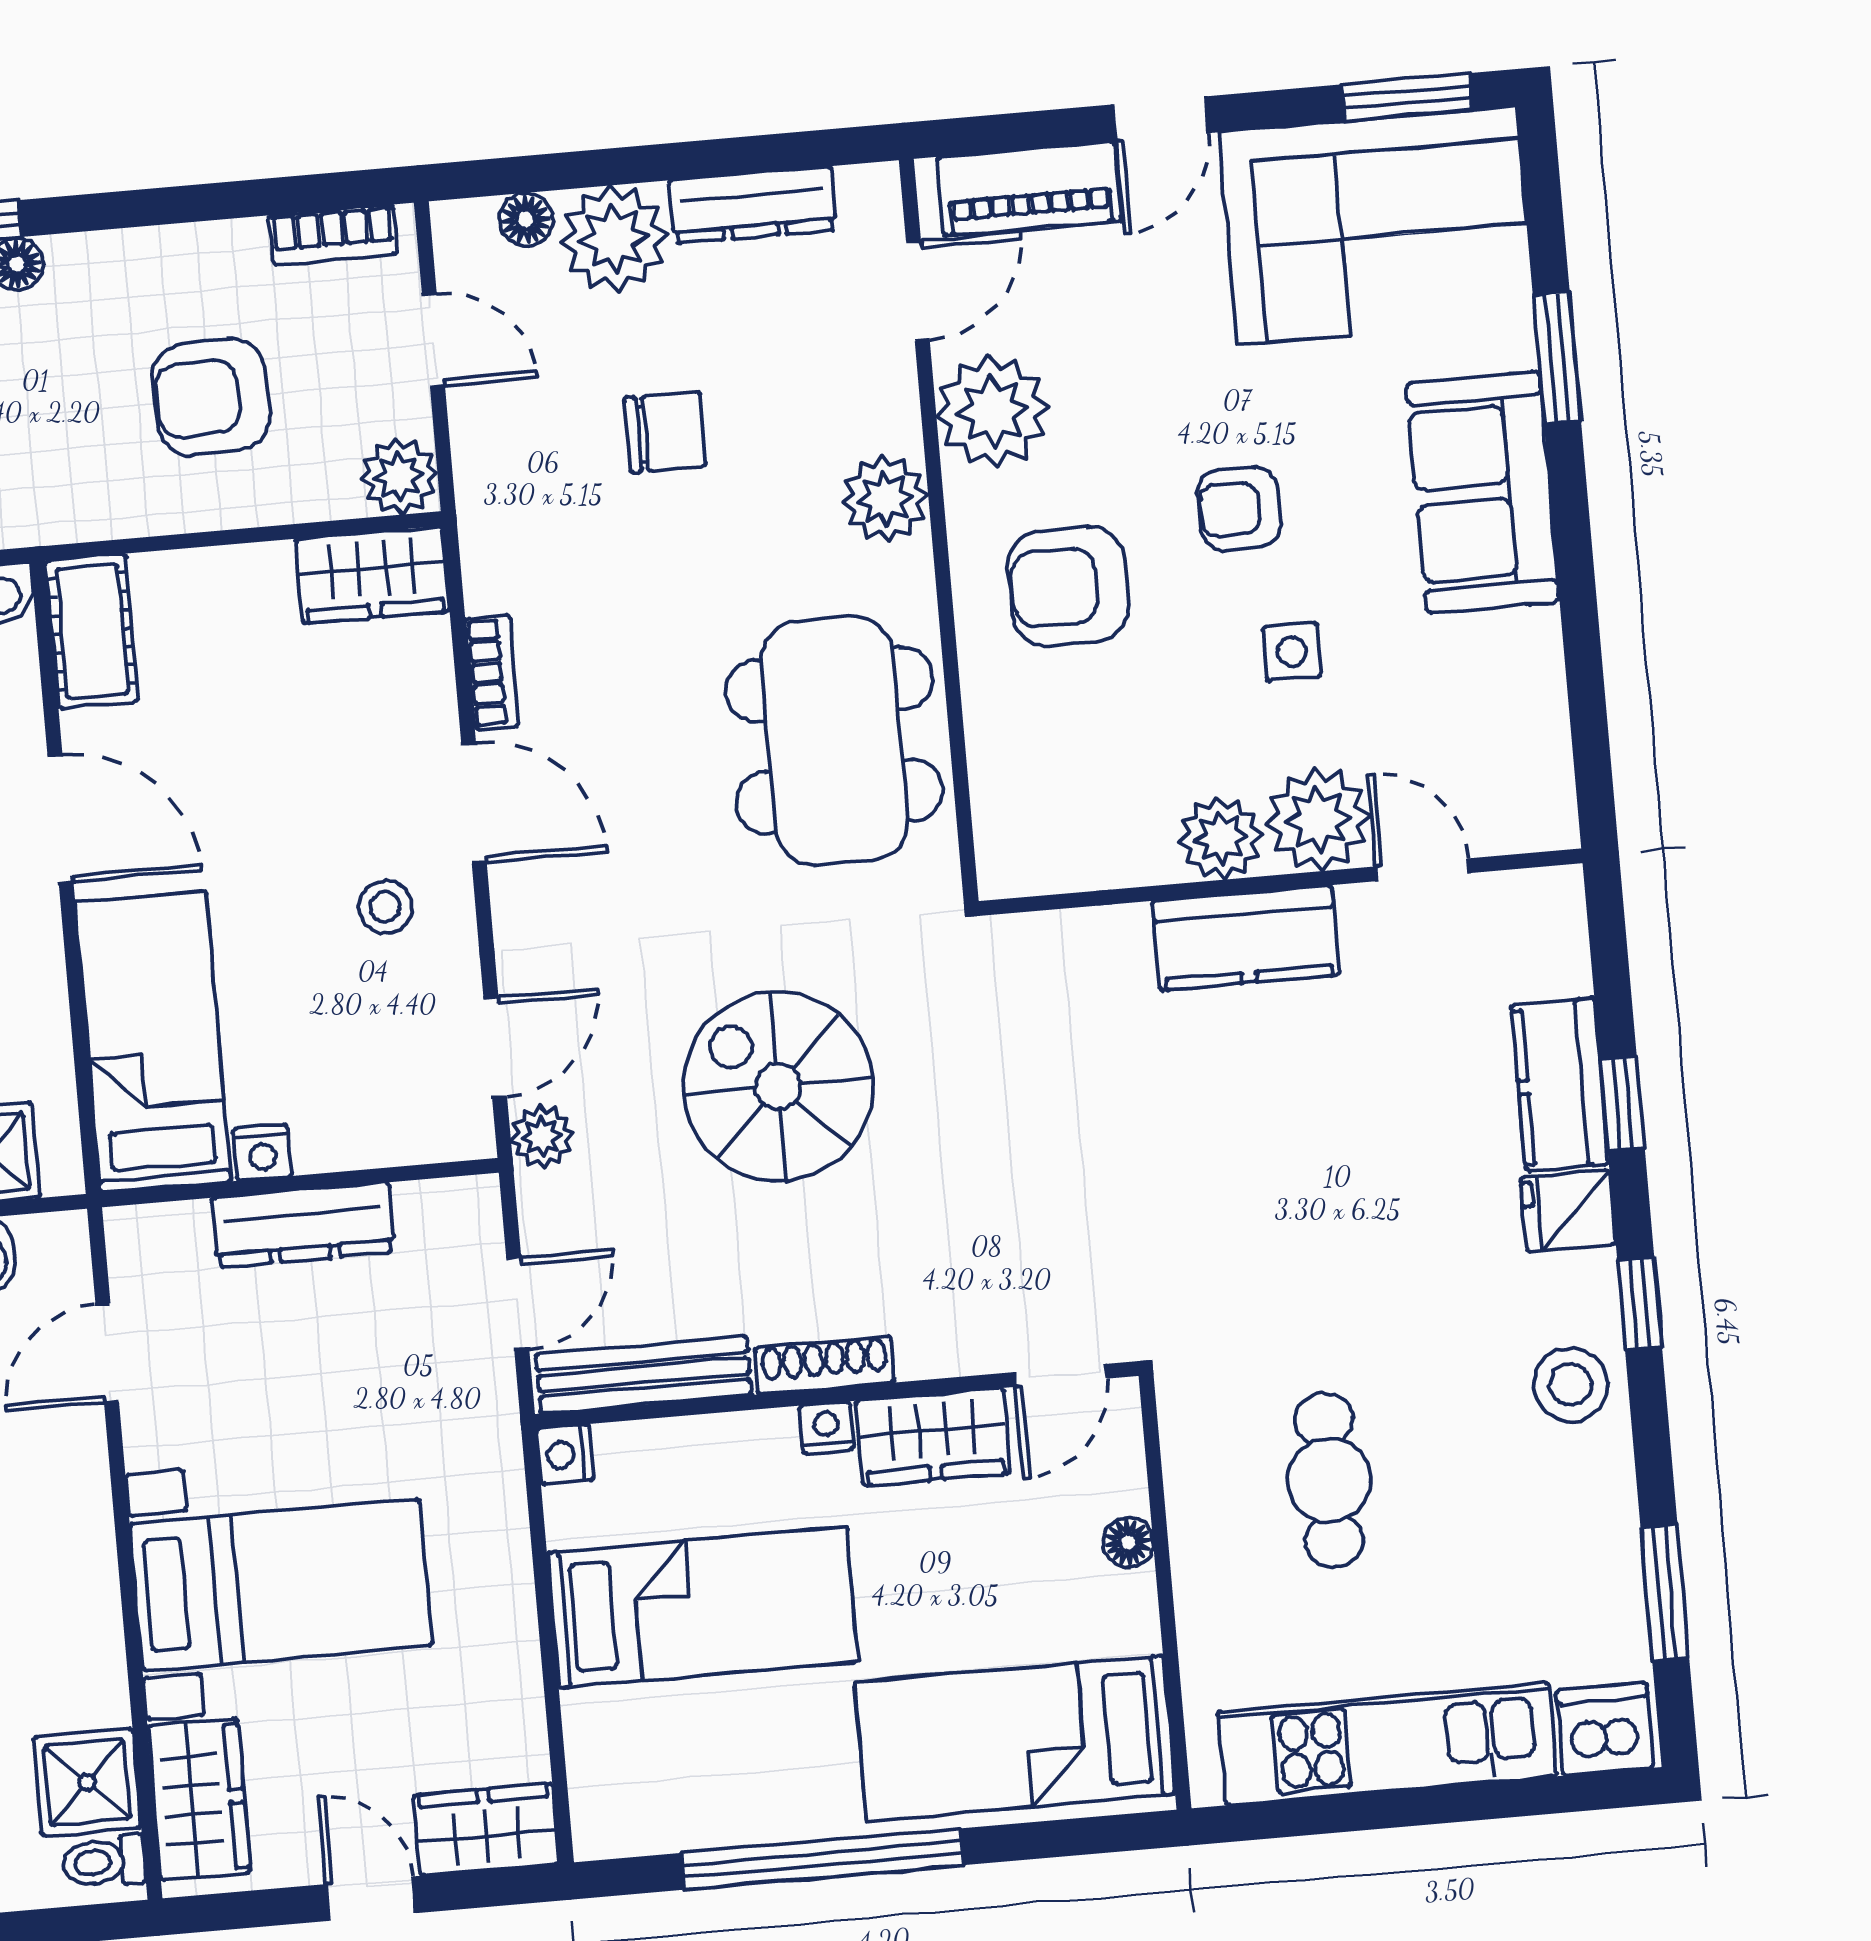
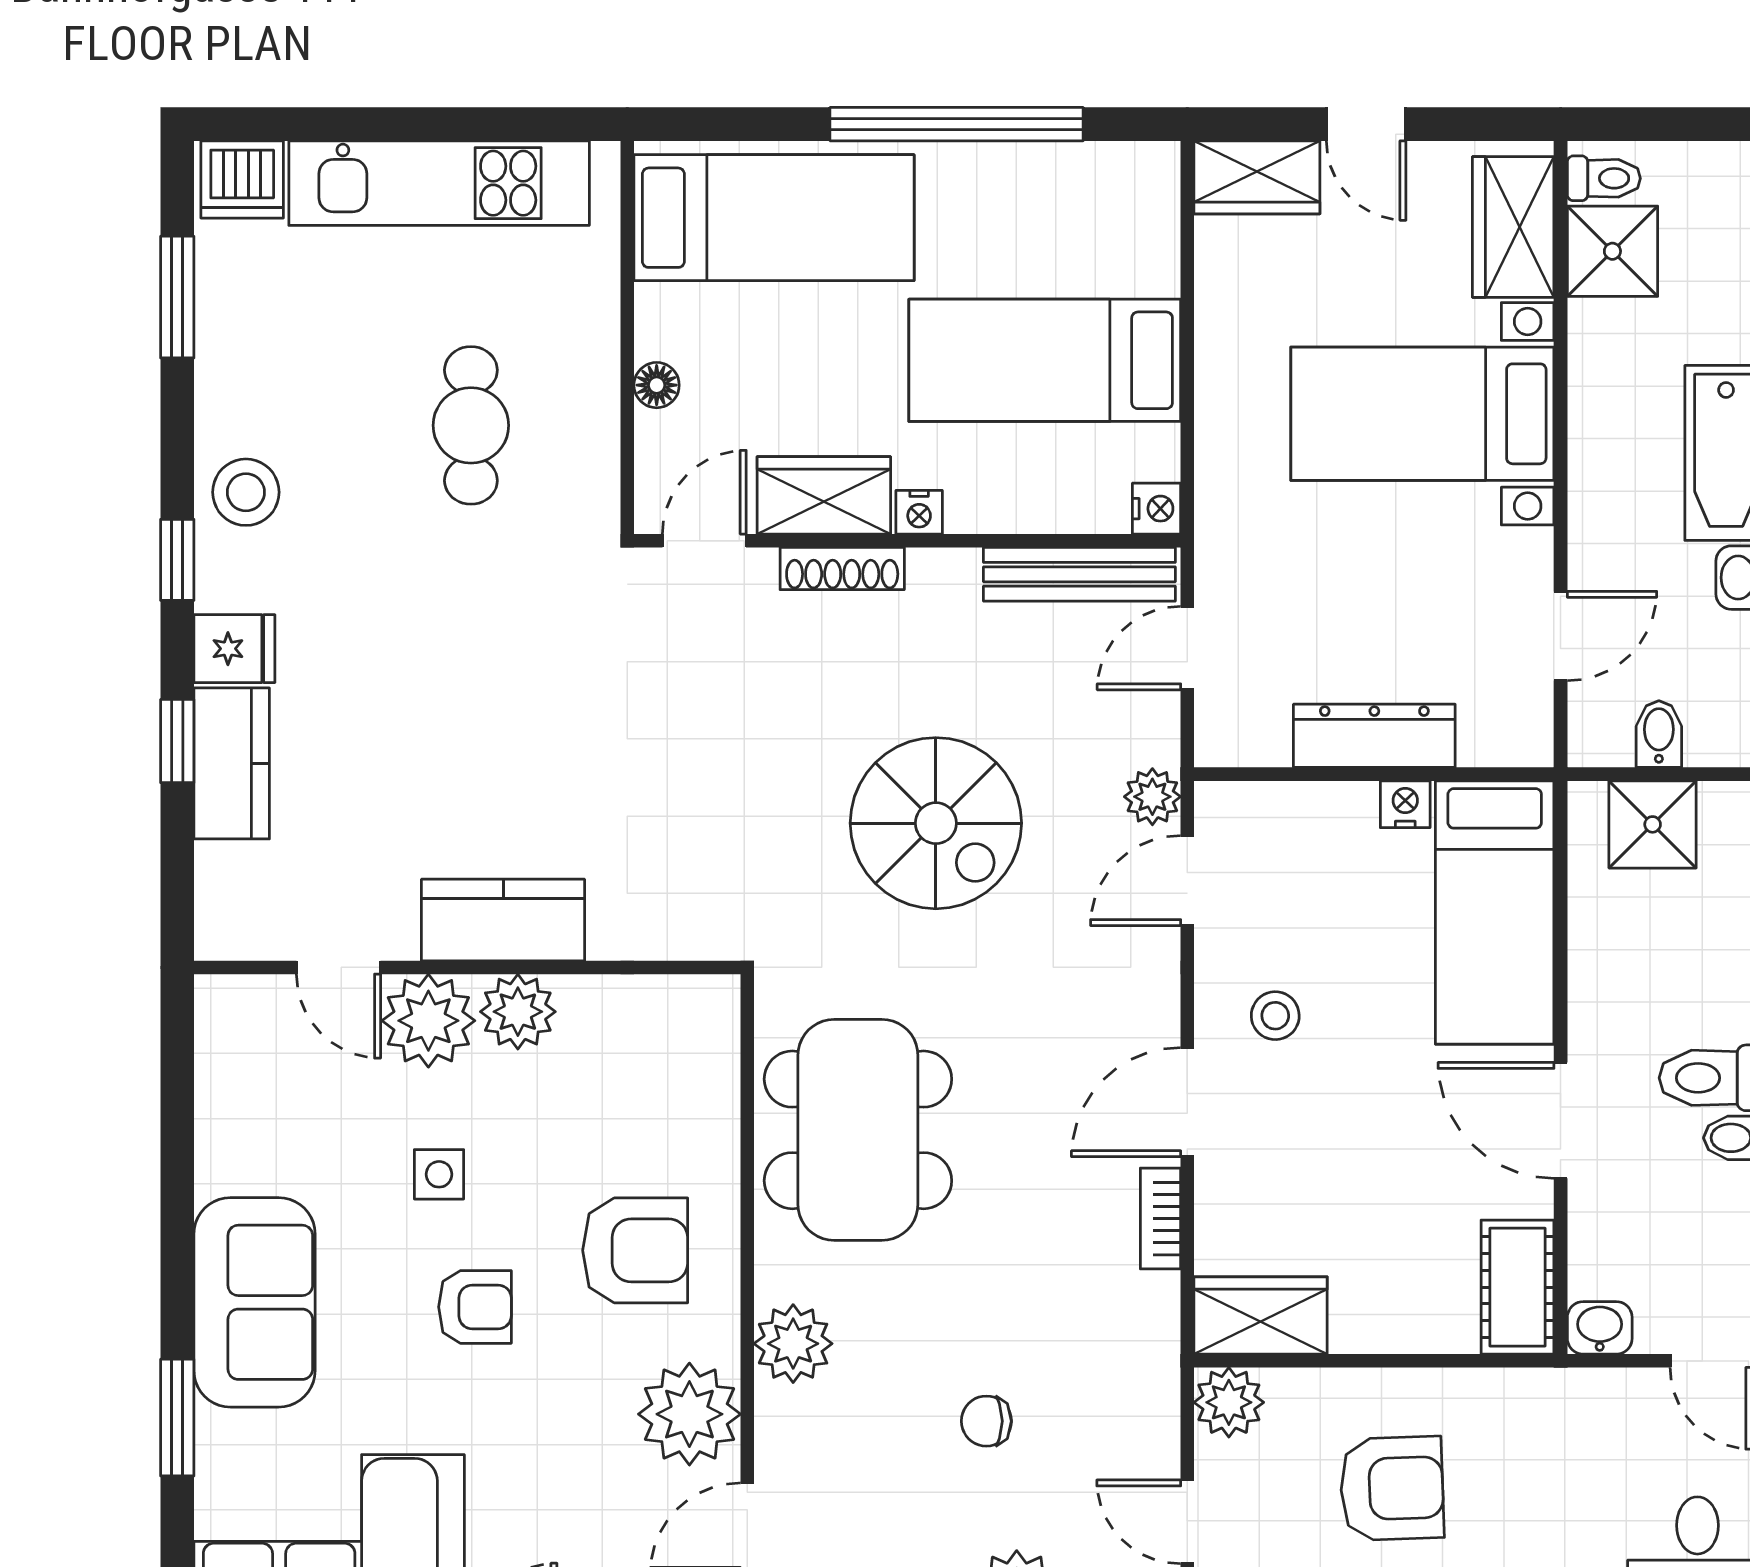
chair: (665, 432) -> (986, 1421), width x0.73, depth x0.73
door: (474, 803) -> (1187, 1102), hinge flipped
shoe rack: (824, 1365) -> (842, 569), moved

